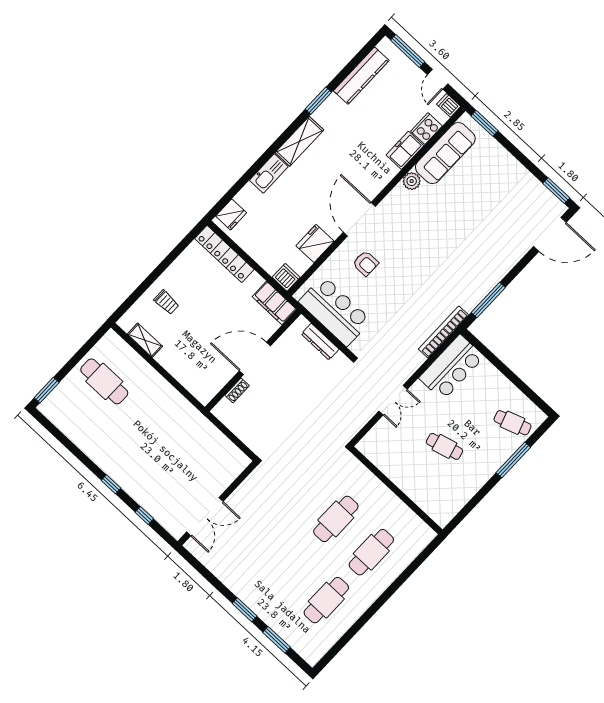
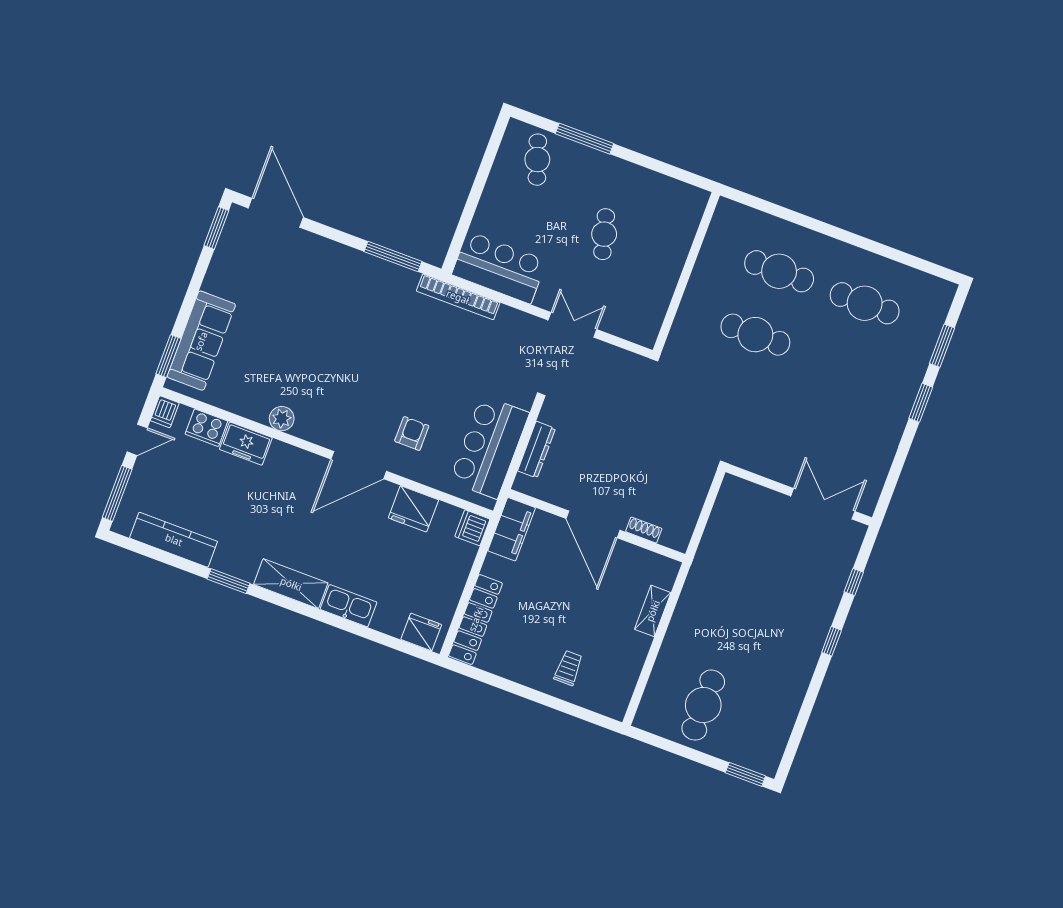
sofa: (445, 153) -> (201, 341), moved, turned 90
shelving: (145, 340) -> (653, 611), moved

